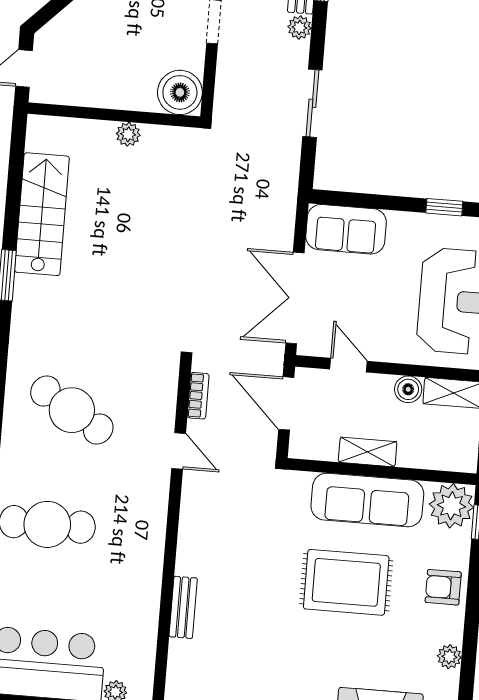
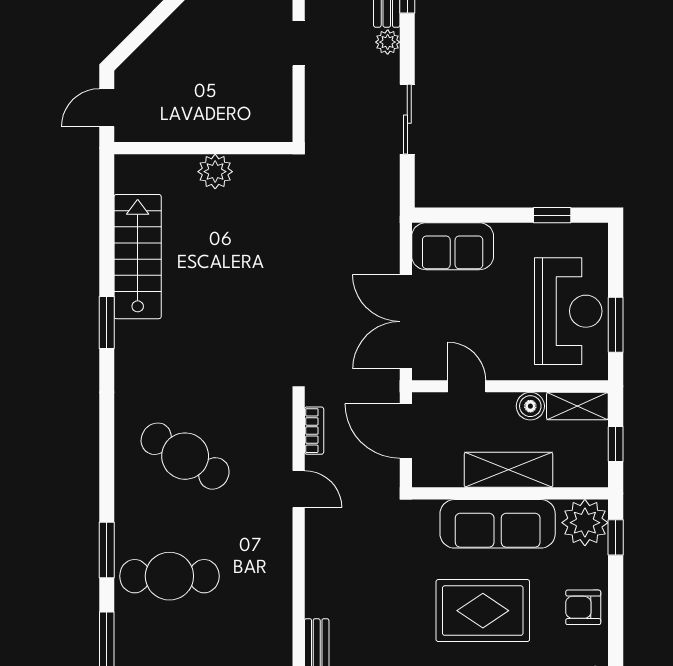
boiler: (180, 92) -> (270, 119), removed
plant: (128, 134) -> (215, 172), width x1.38, depth x1.38
shelving: (368, 452) -> (508, 470), width x1.50, depth x1.33

